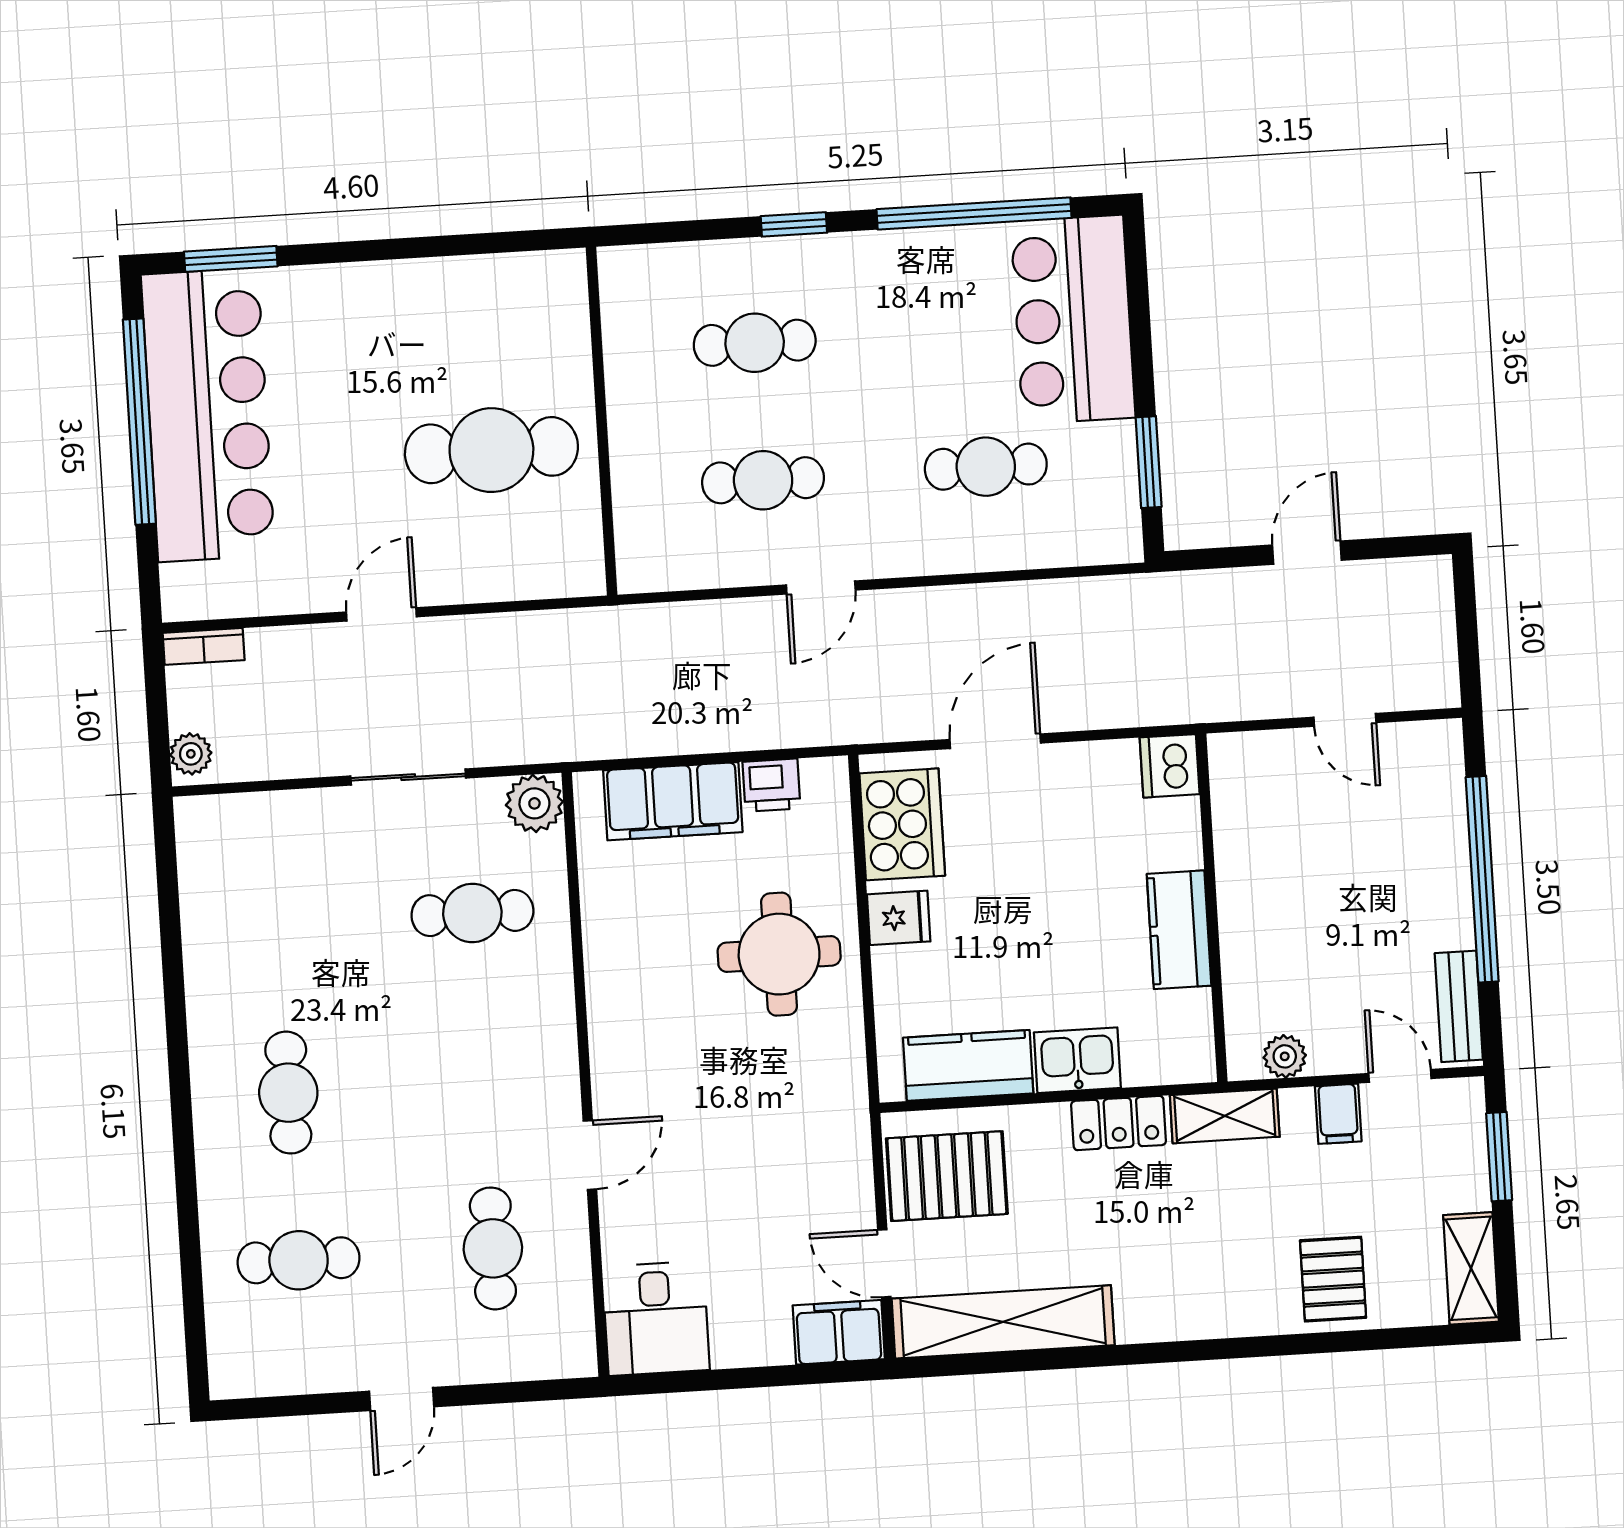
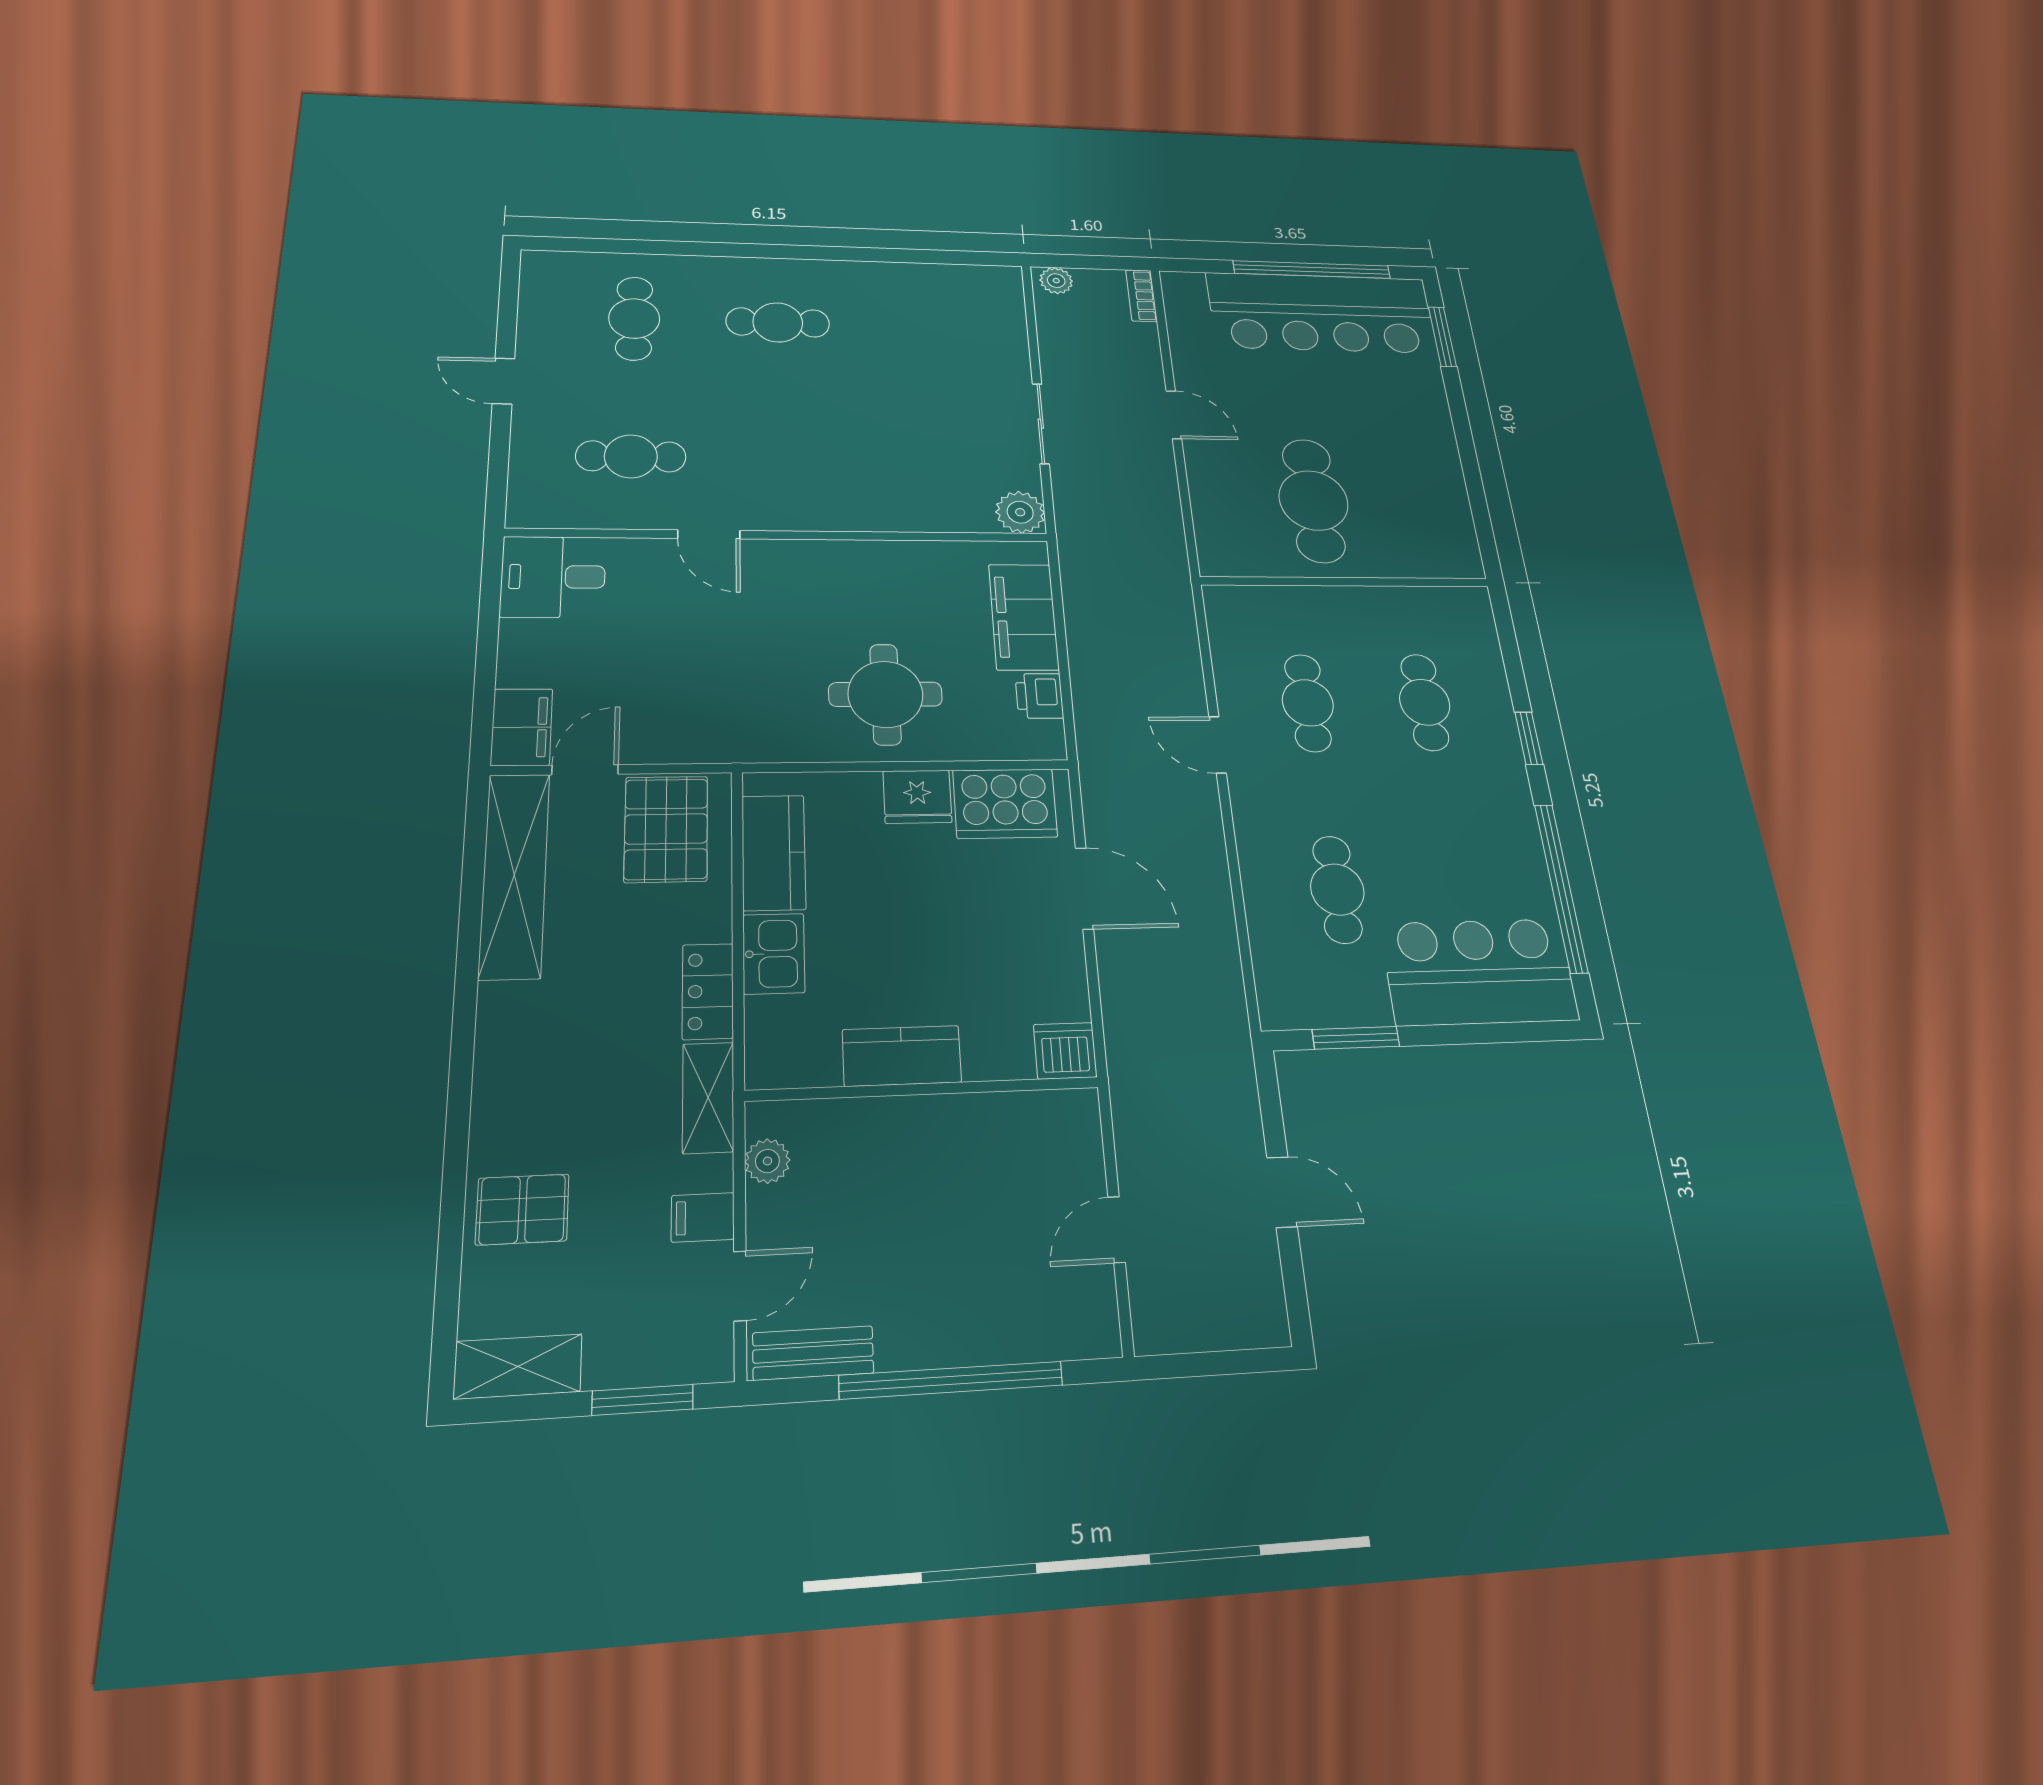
cafe table: (472, 913) -> (926, 461), removed
fridge: (899, 918) -> (917, 797), width x1.38

